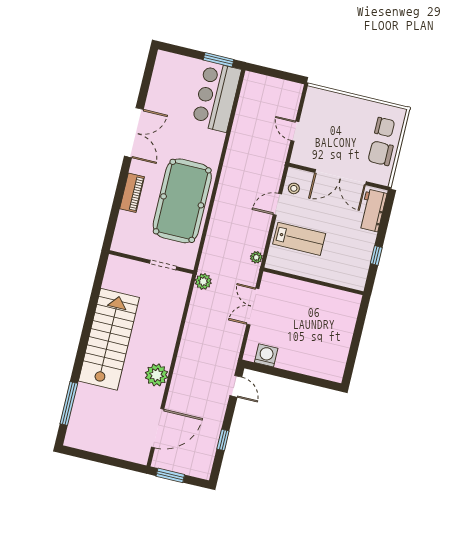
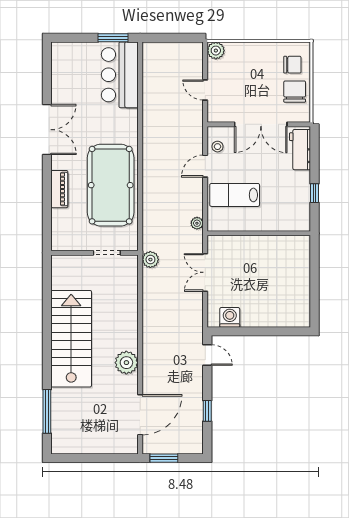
plant: (314, 96) -> (216, 51), added
chair: (381, 153) -> (295, 92), turned 90
lab bench: (299, 239) -> (235, 195), turned 180

